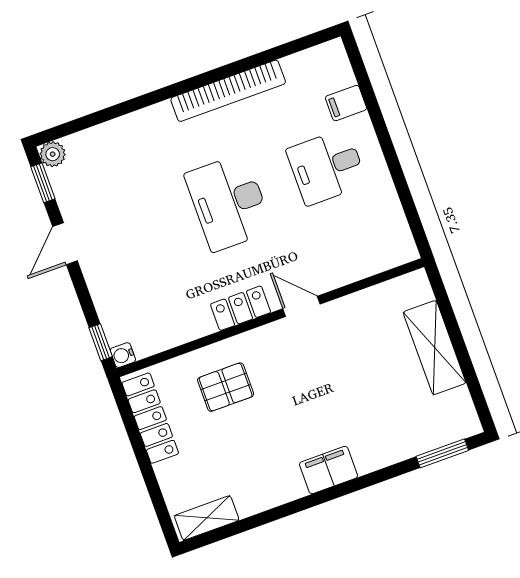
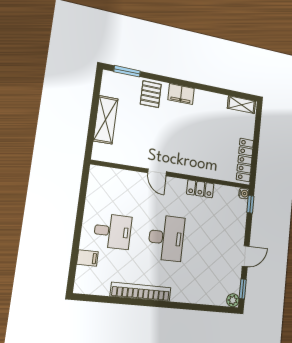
locker: (241, 308) -> (200, 189), moved
pallet: (226, 387) -> (151, 94), moved, turned 90

